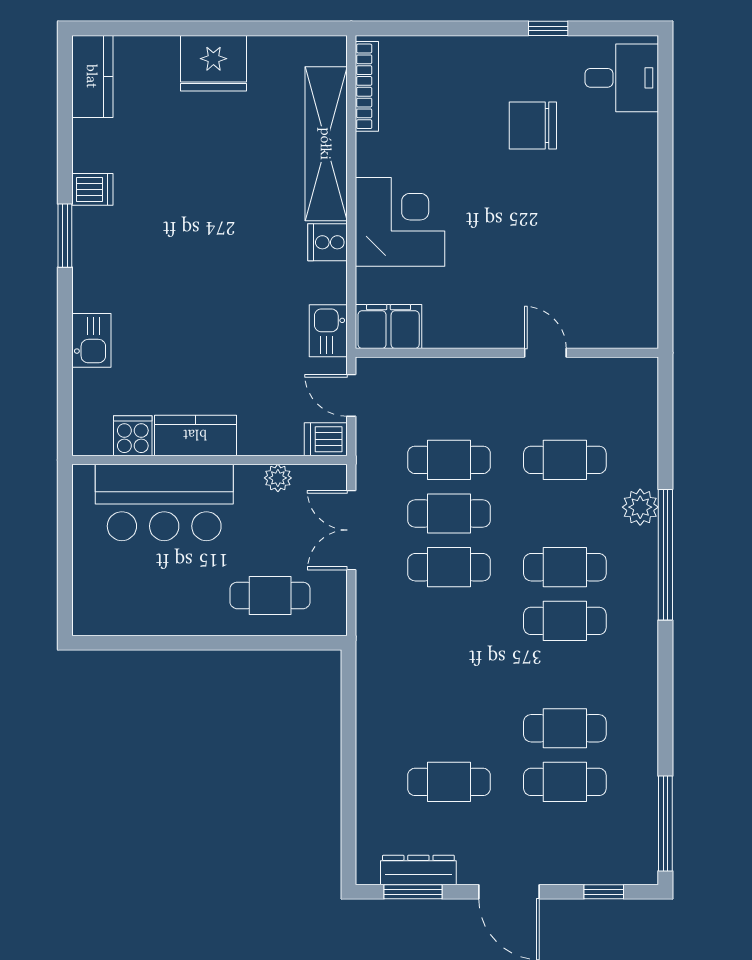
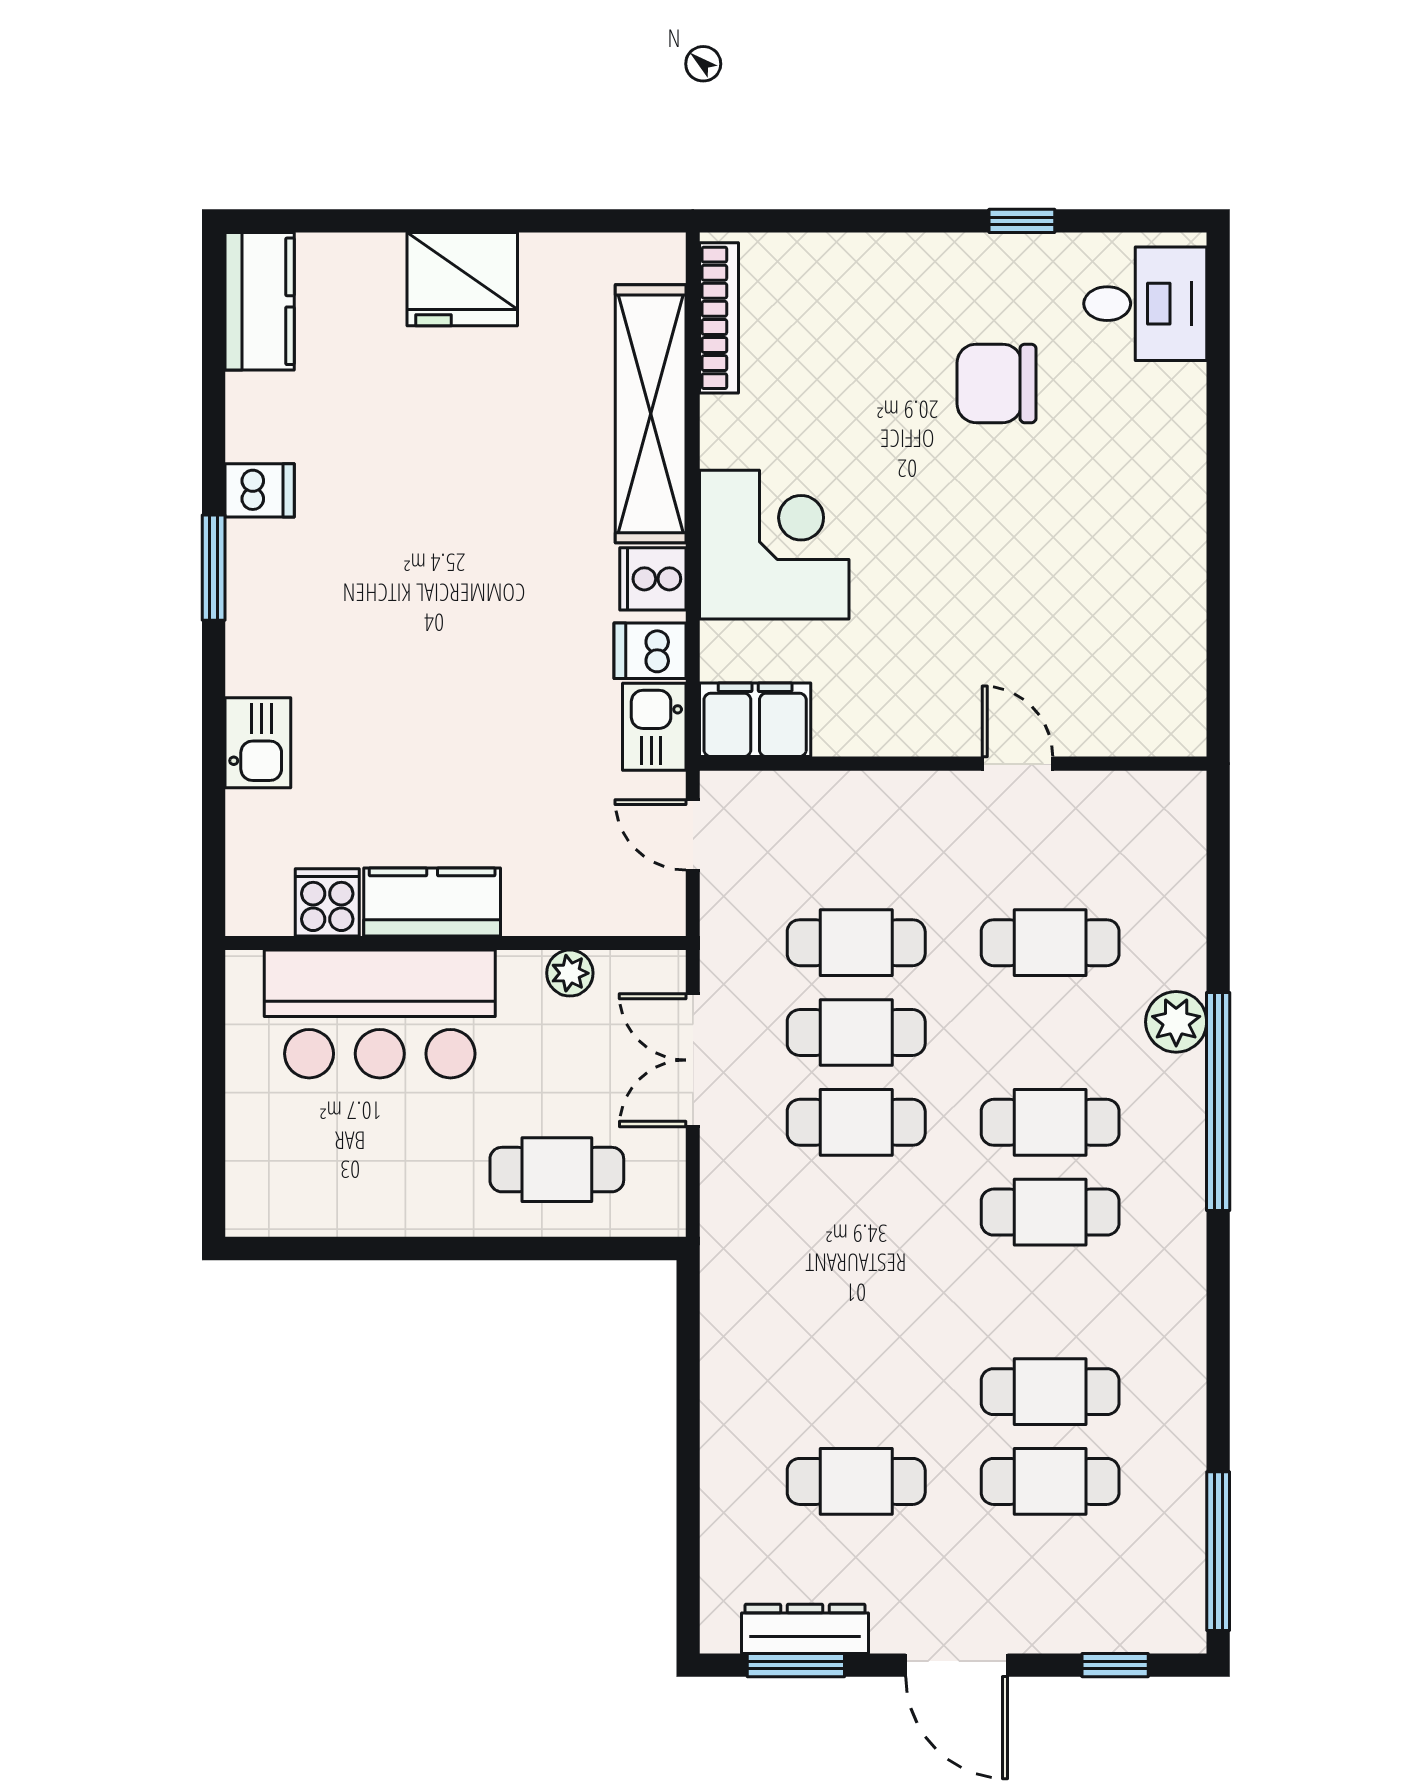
dishwasher: (326, 439) -> (650, 651), moved

